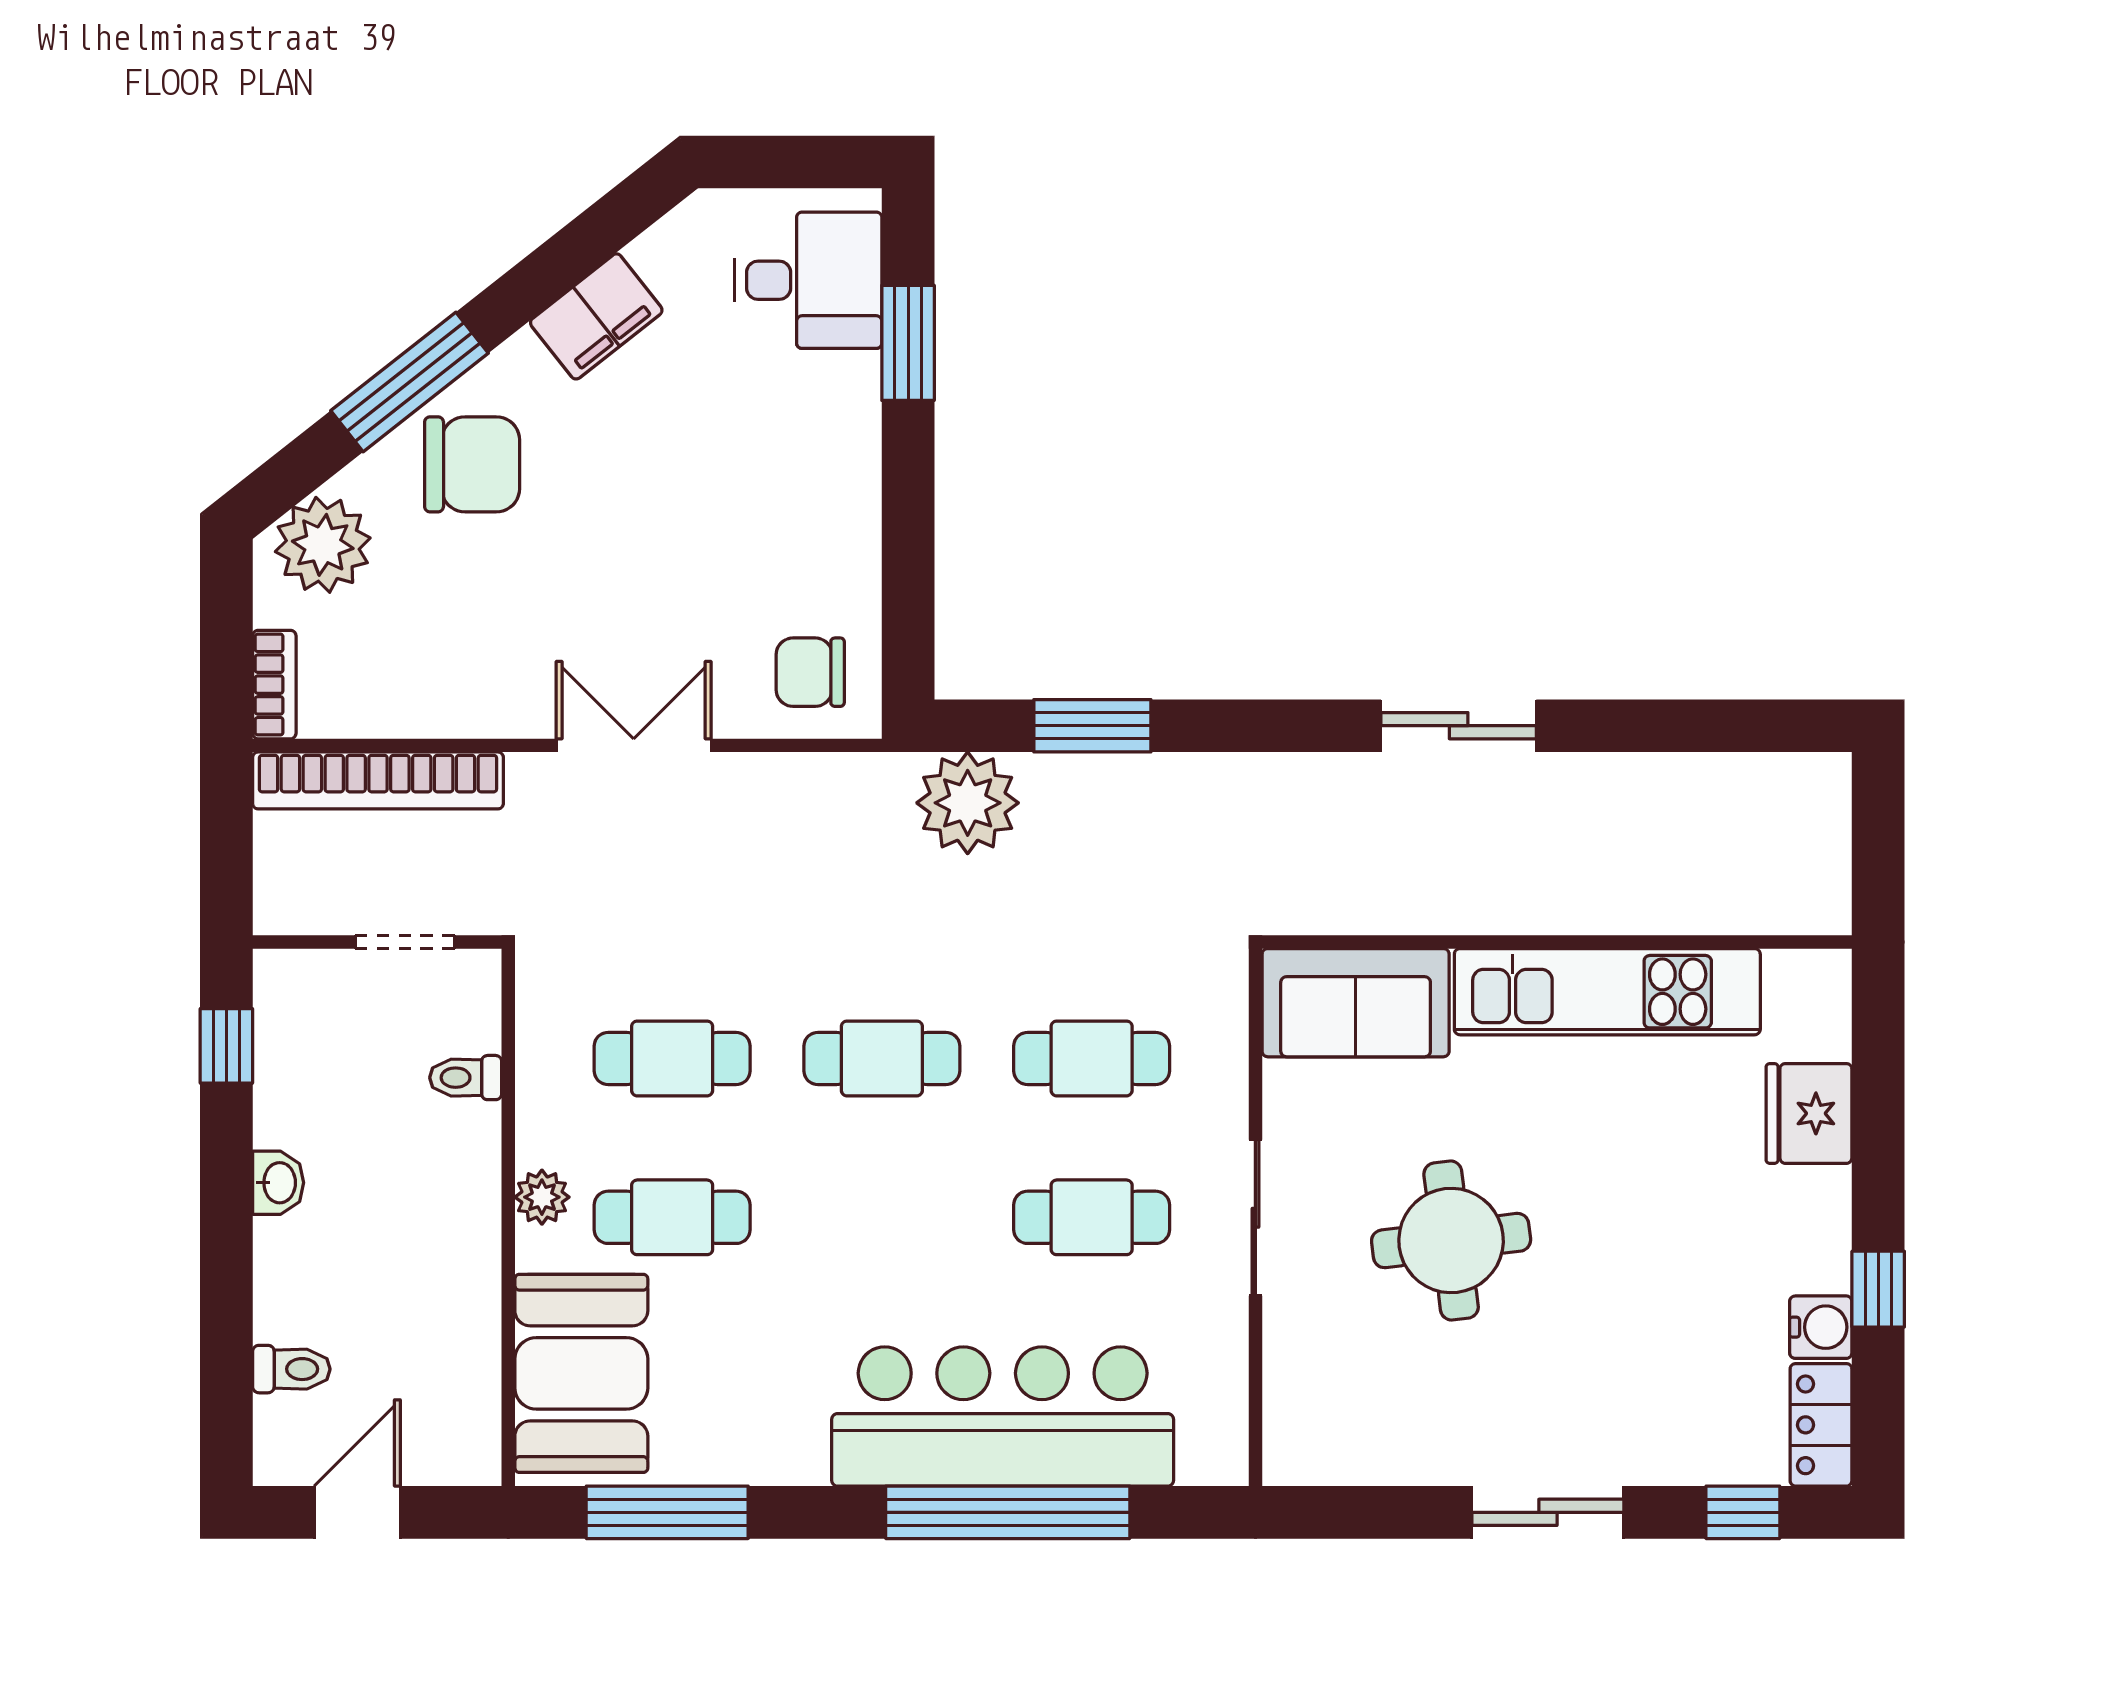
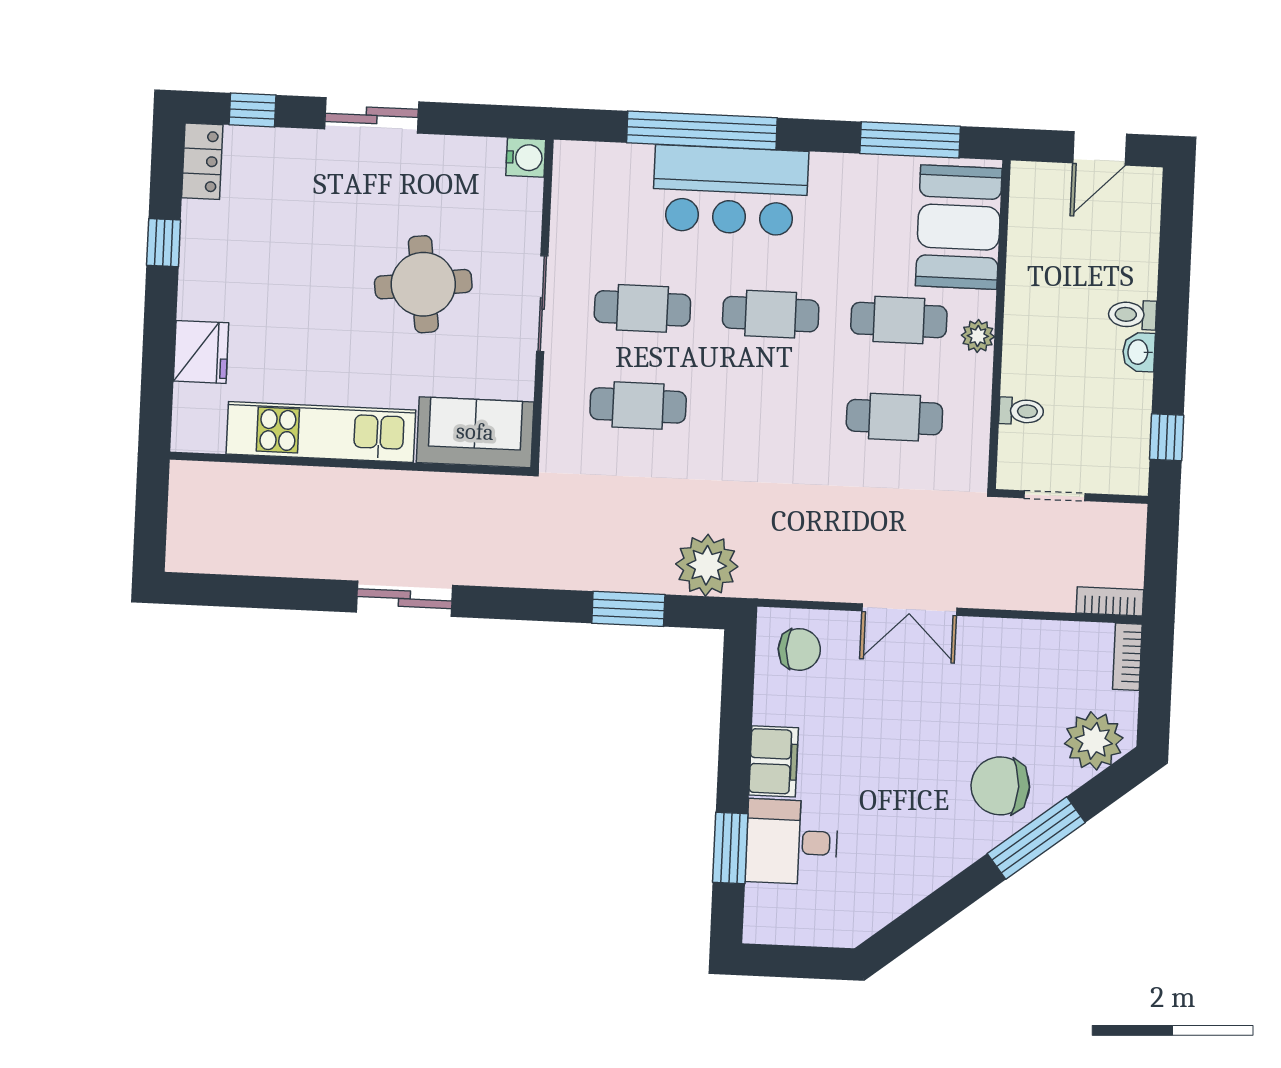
desk: (808, 280) -> (792, 842), moved
filing cabinet: (596, 316) -> (774, 761), moved, turned 128
bookcase: (378, 780) -> (1110, 601), width x0.43, depth x0.76
cafe table: (882, 1058) -> (771, 314), moved
water cooler: (1821, 1327) -> (526, 158), moved, turned 180
toilet: (291, 1369) -> (1132, 315), moved
bar counter: (1003, 1416) -> (730, 190), width x0.73

